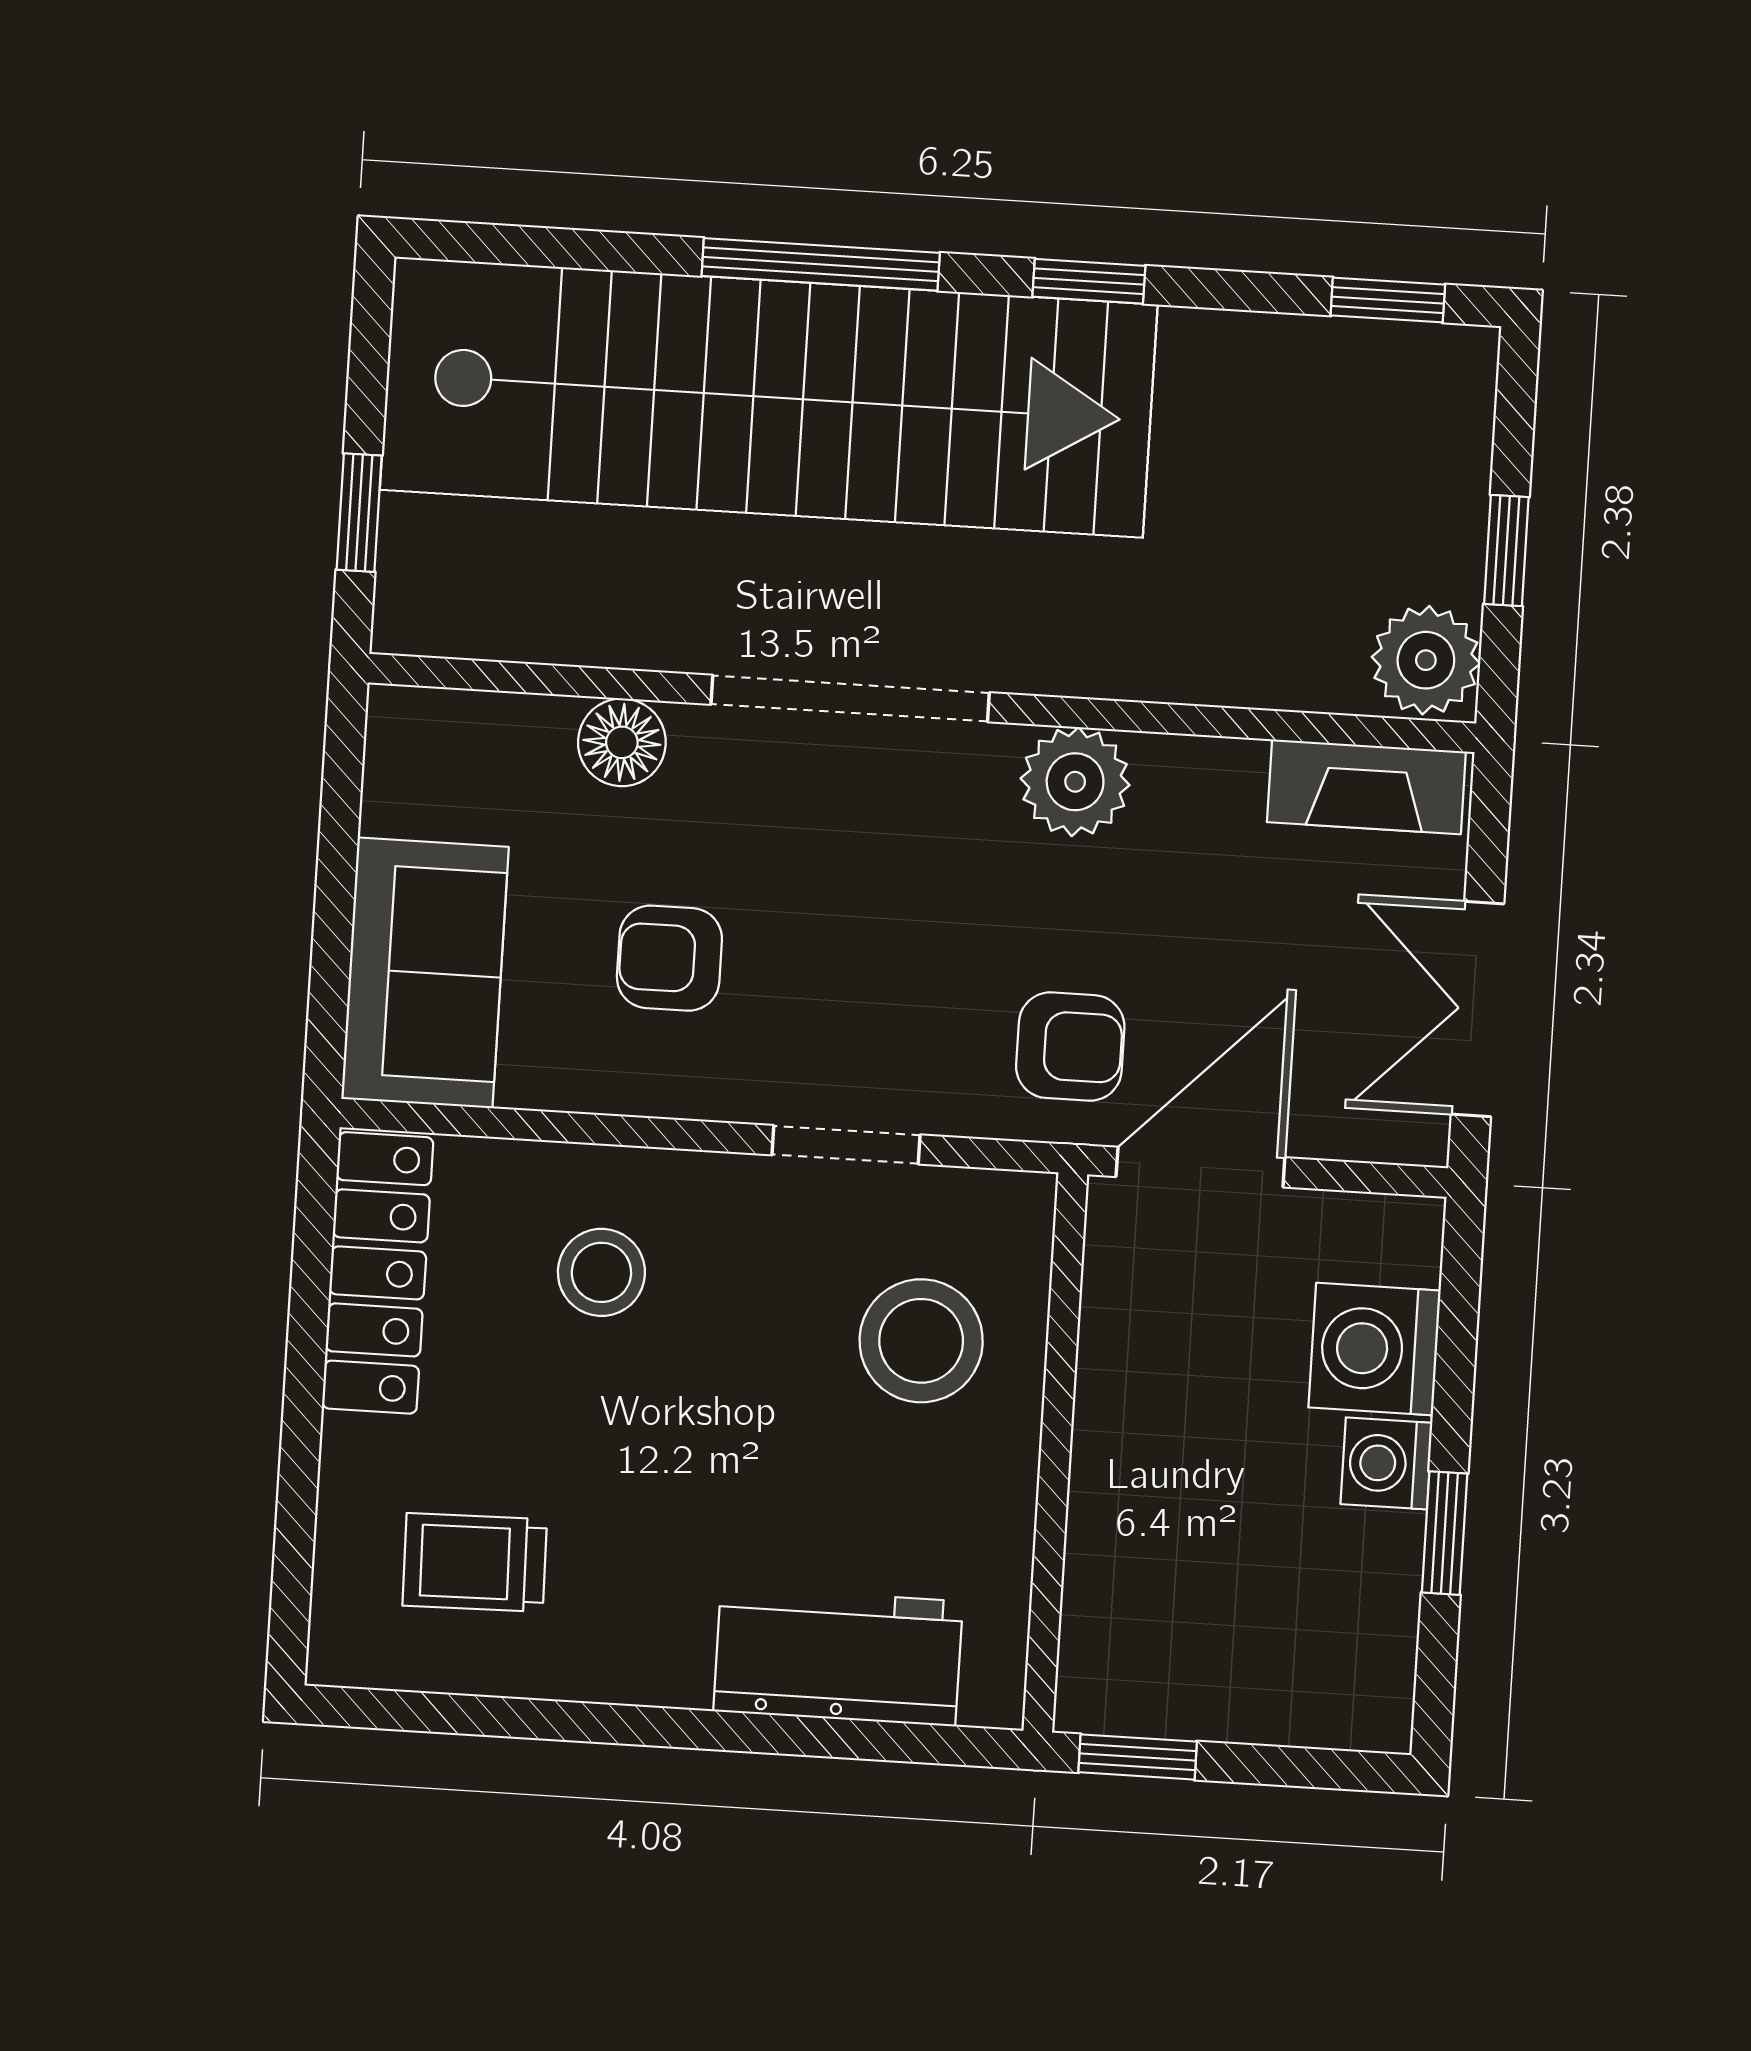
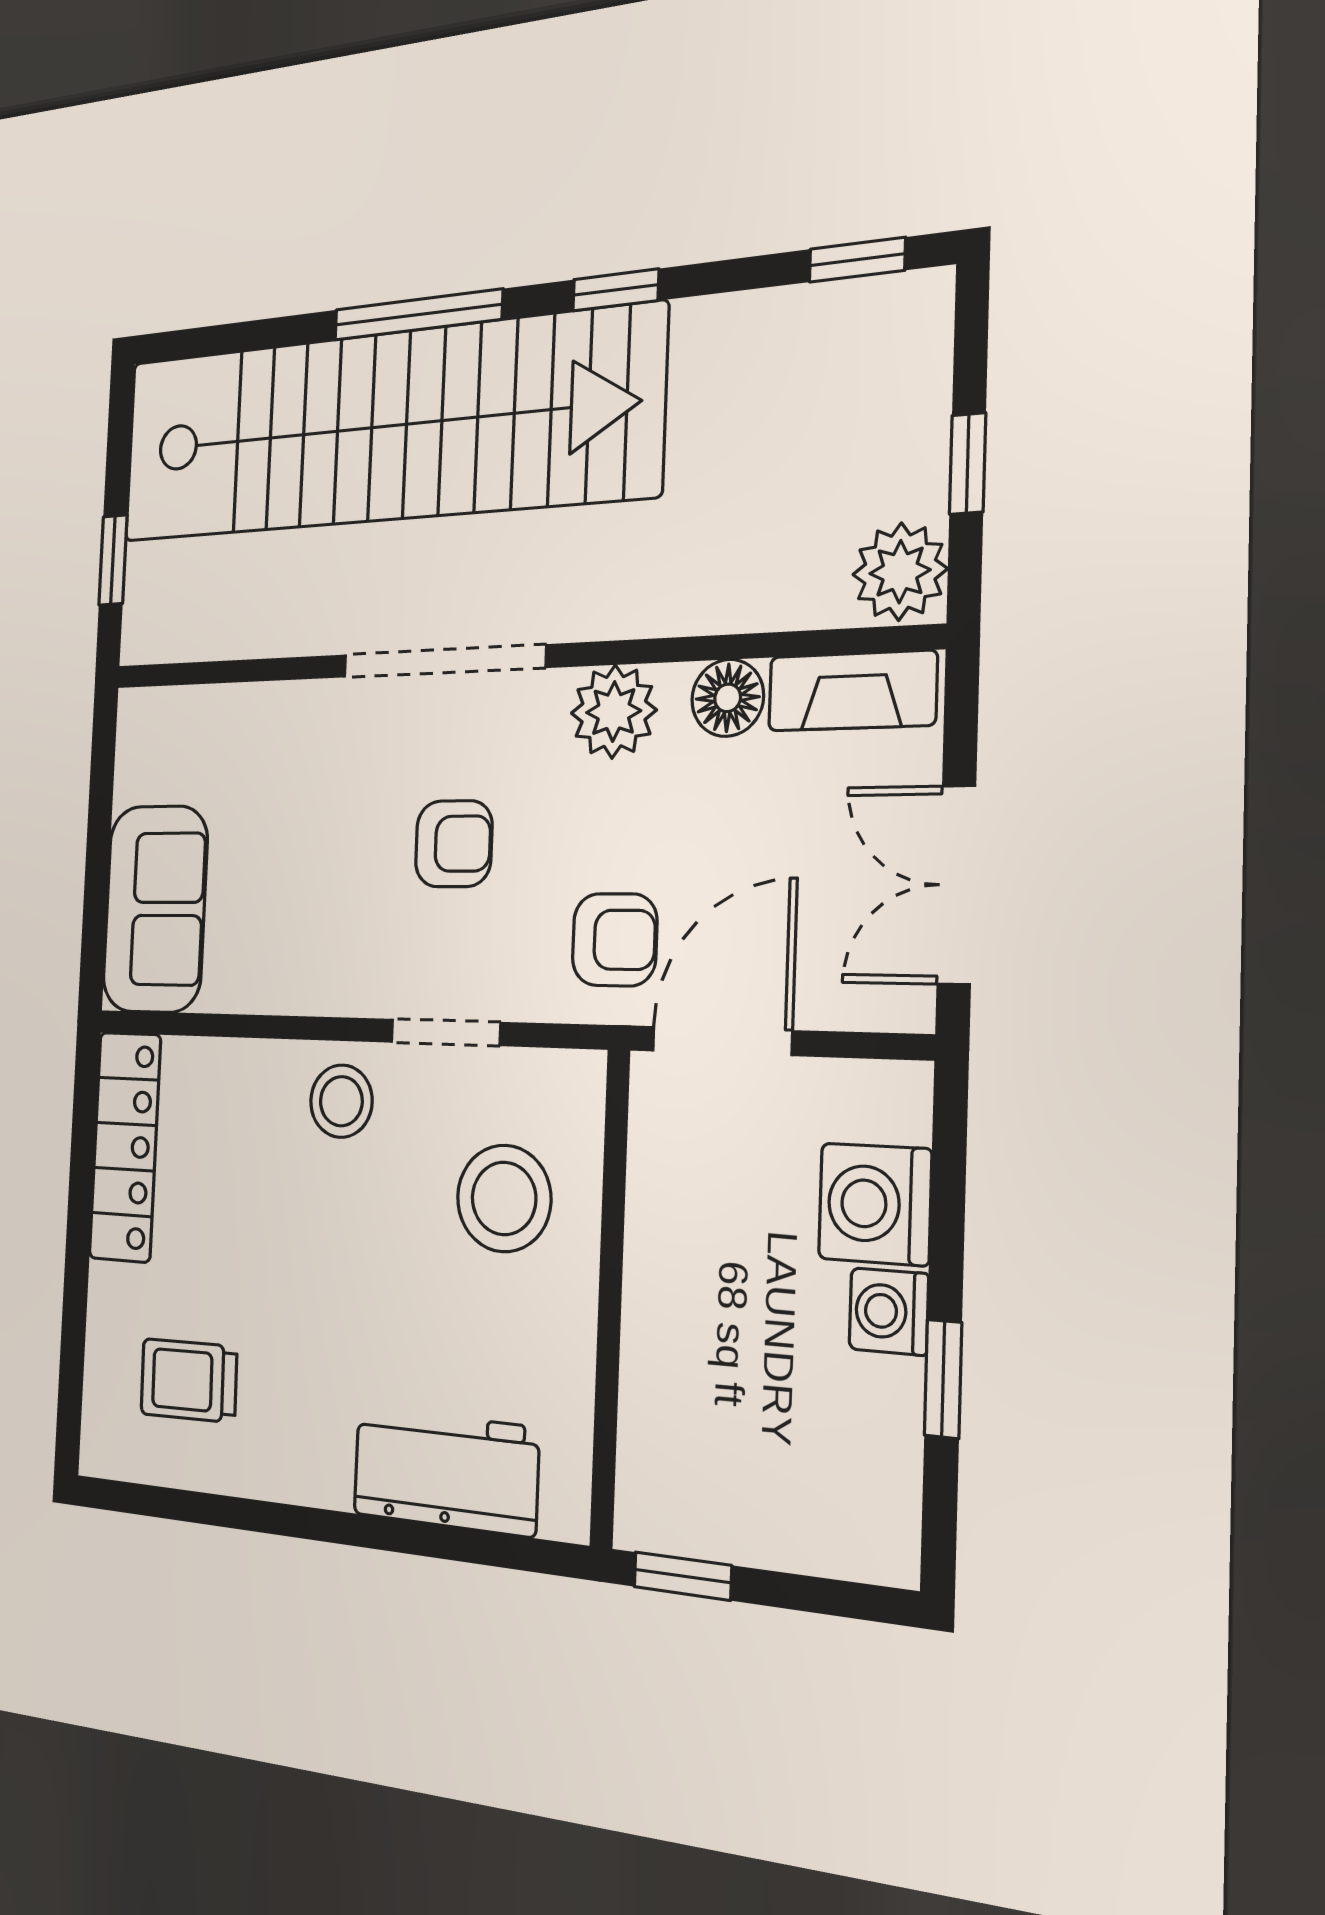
floor lamp: (622, 742) -> (728, 698), moved
armchair: (669, 958) -> (454, 844), moved, turned 180
stool: (601, 1272) -> (341, 1101), moved

